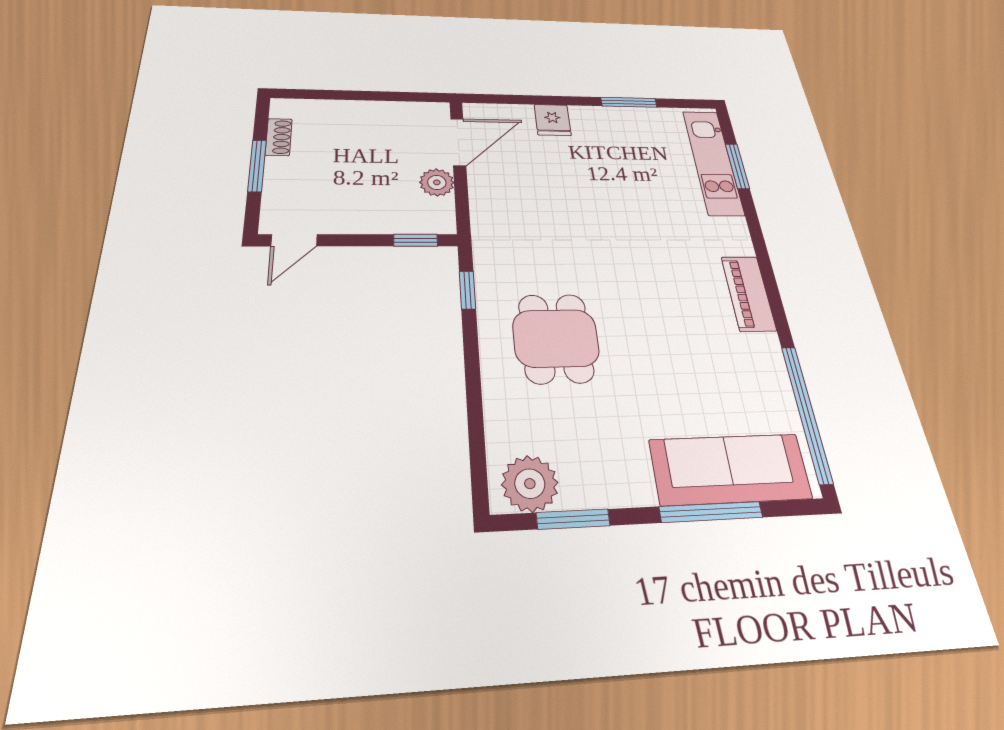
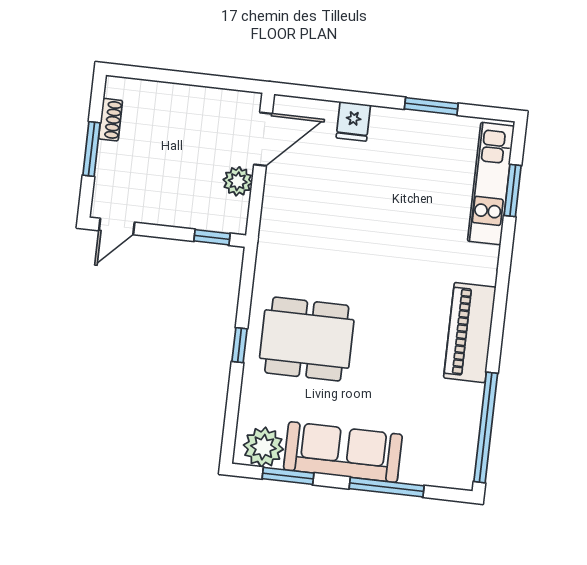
window: (467, 290) -> (240, 345), moved
piano: (748, 293) -> (470, 333), width x1.37, depth x1.33
dining table: (556, 338) -> (307, 339), width x1.38
sofa: (730, 469) -> (343, 452), moved

